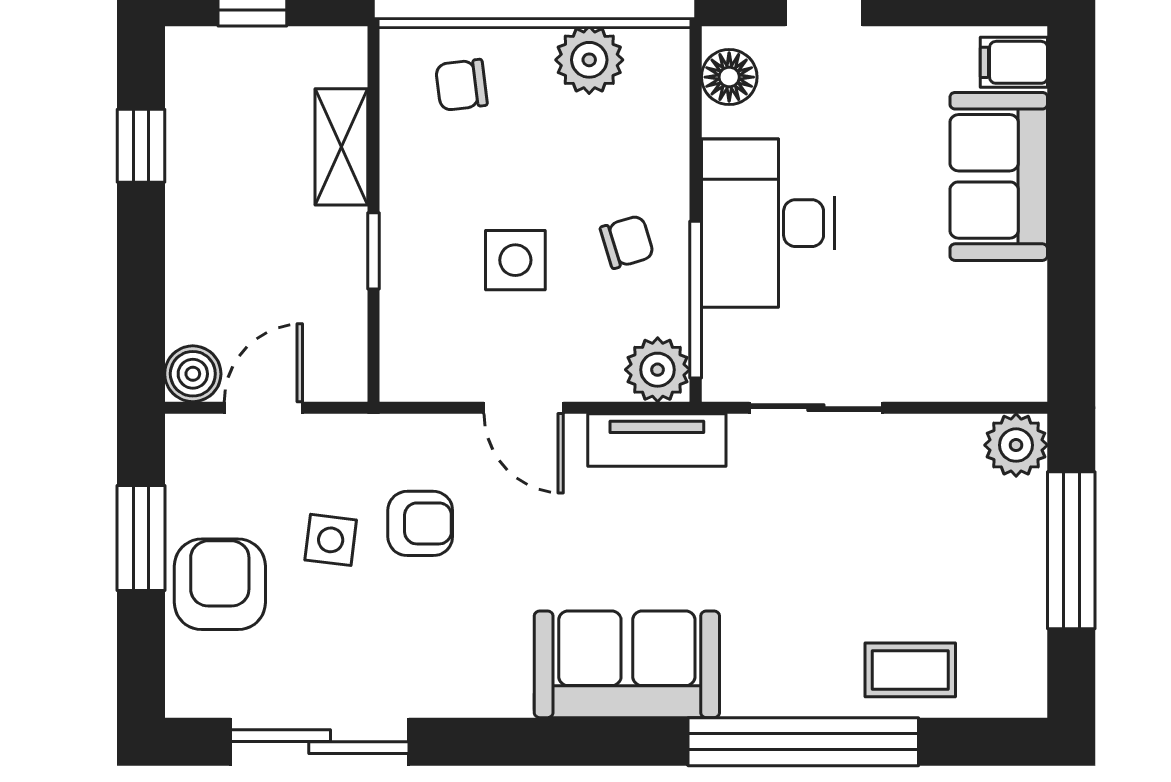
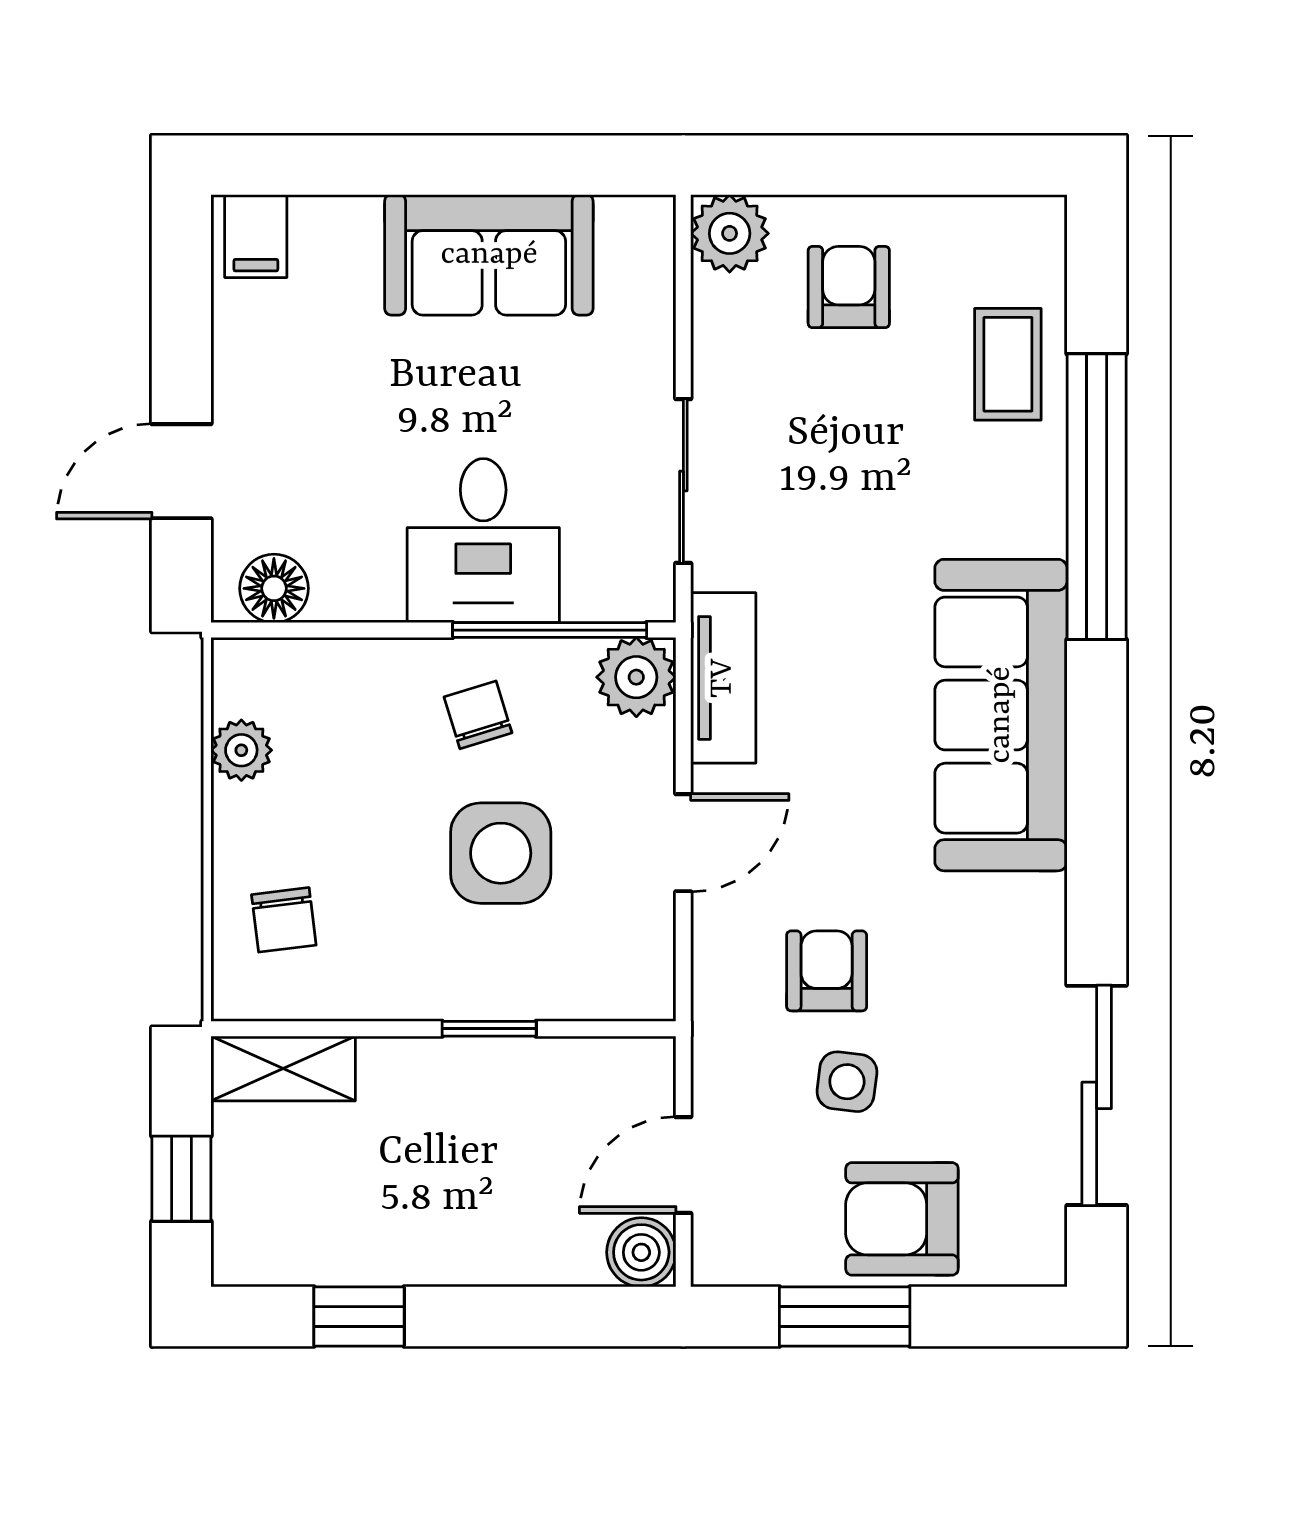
plant: (589, 60) -> (241, 750), width x0.73, depth x0.73
shelving: (341, 147) -> (283, 1069), moved
sofa: (999, 176) -> (489, 255), moved
desk: (768, 223) -> (483, 541), width x0.73
side table: (515, 260) -> (501, 853), width x1.37, depth x1.37
door: (263, 408) -> (683, 1165), hinge flipped
armchair: (973, 541) -> (849, 287), added
window: (1071, 550) -> (860, 165), removed
sofa: (627, 664) -> (1001, 715), width x1.36

